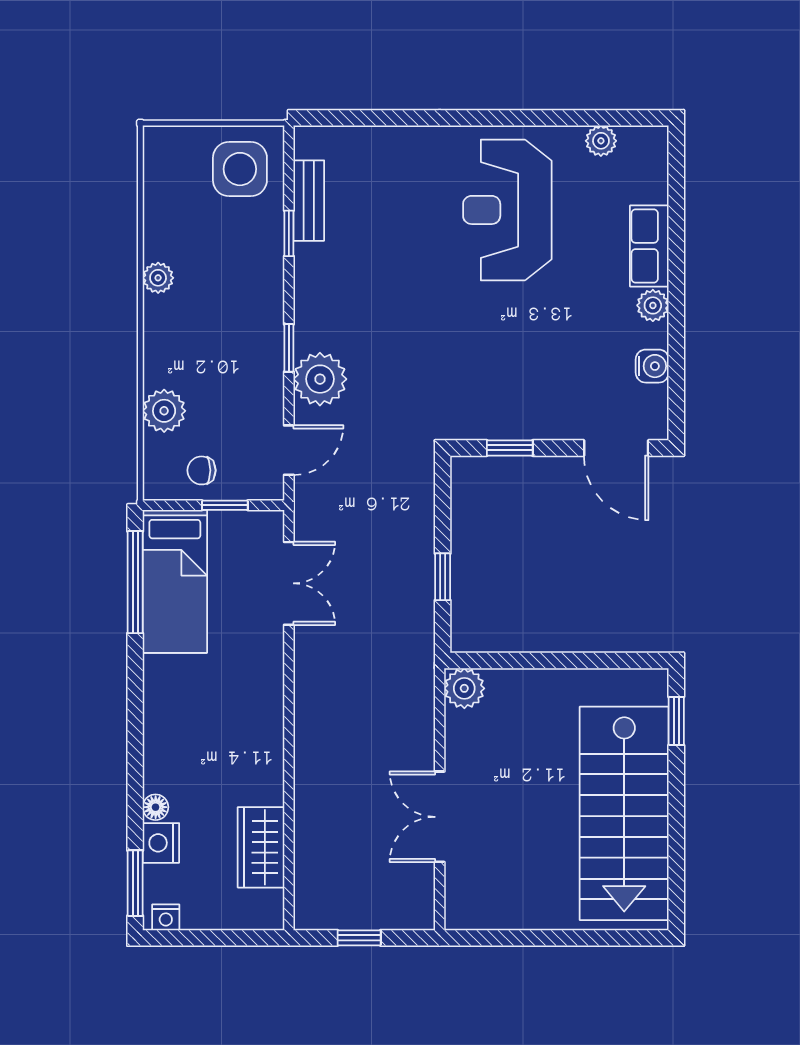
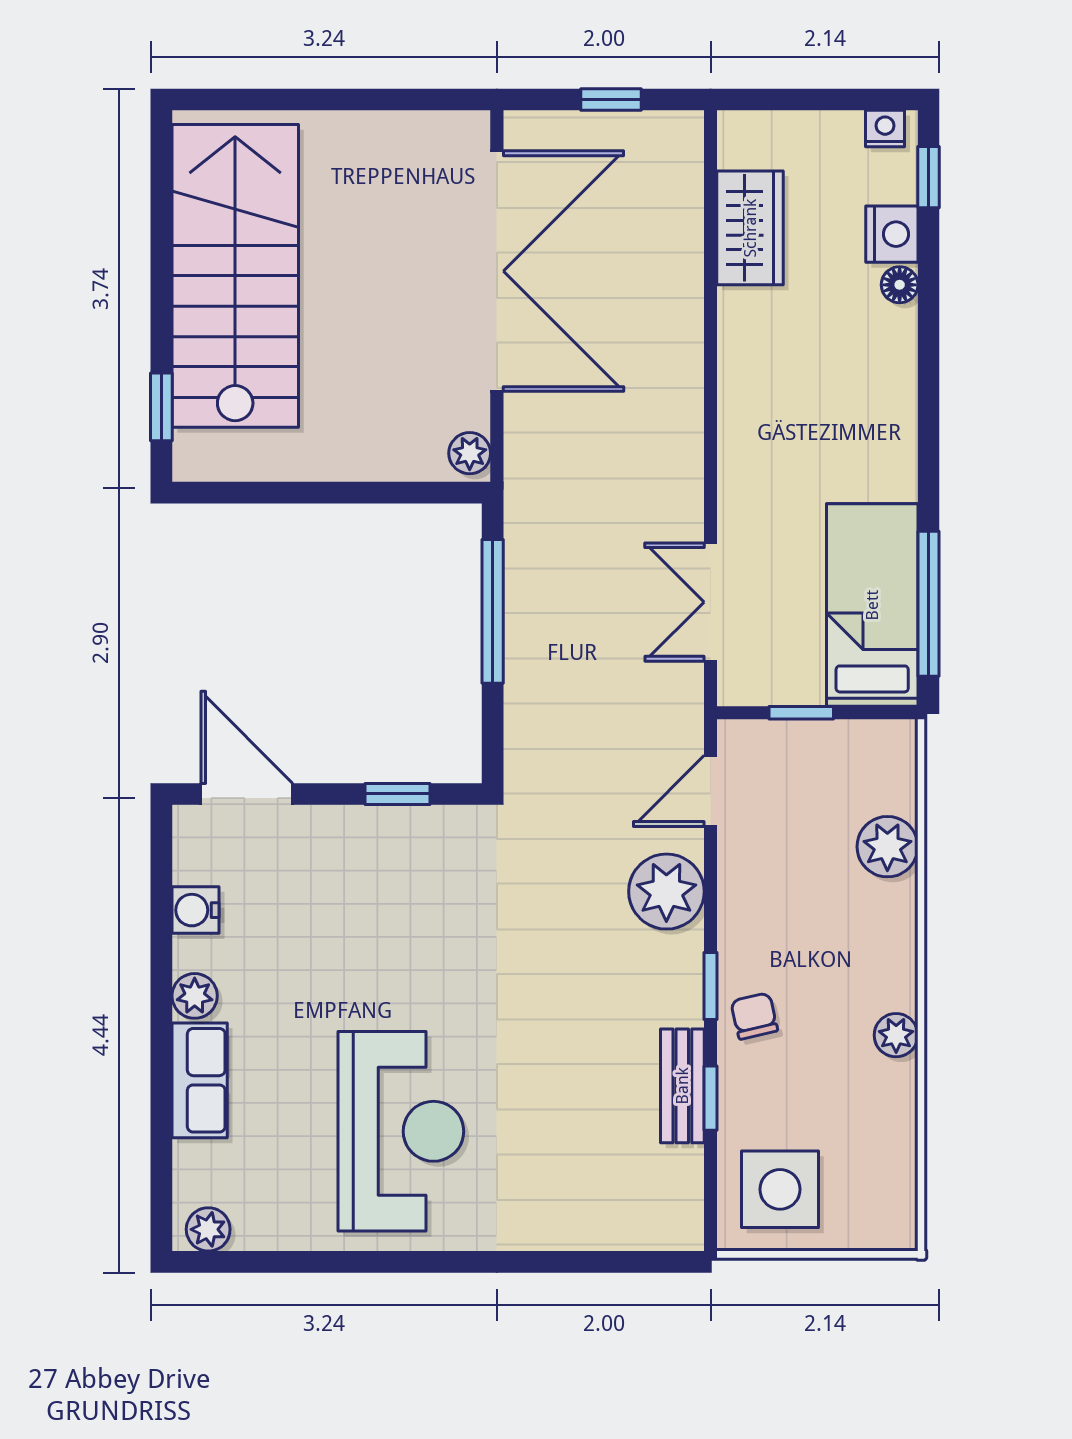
plant: (601, 141) -> (208, 1229), moved
bench: (309, 201) -> (682, 1086), moved
window: (289, 348) -> (711, 986), moved
chair: (202, 470) -> (754, 1016), moved, turned -103
window: (443, 577) -> (493, 611), width x2.17
plant: (464, 688) -> (470, 453), width x0.73, depth x0.73
double door: (440, 817) -> (497, 271), width x1.87
window: (135, 883) -> (928, 177), width x0.67

